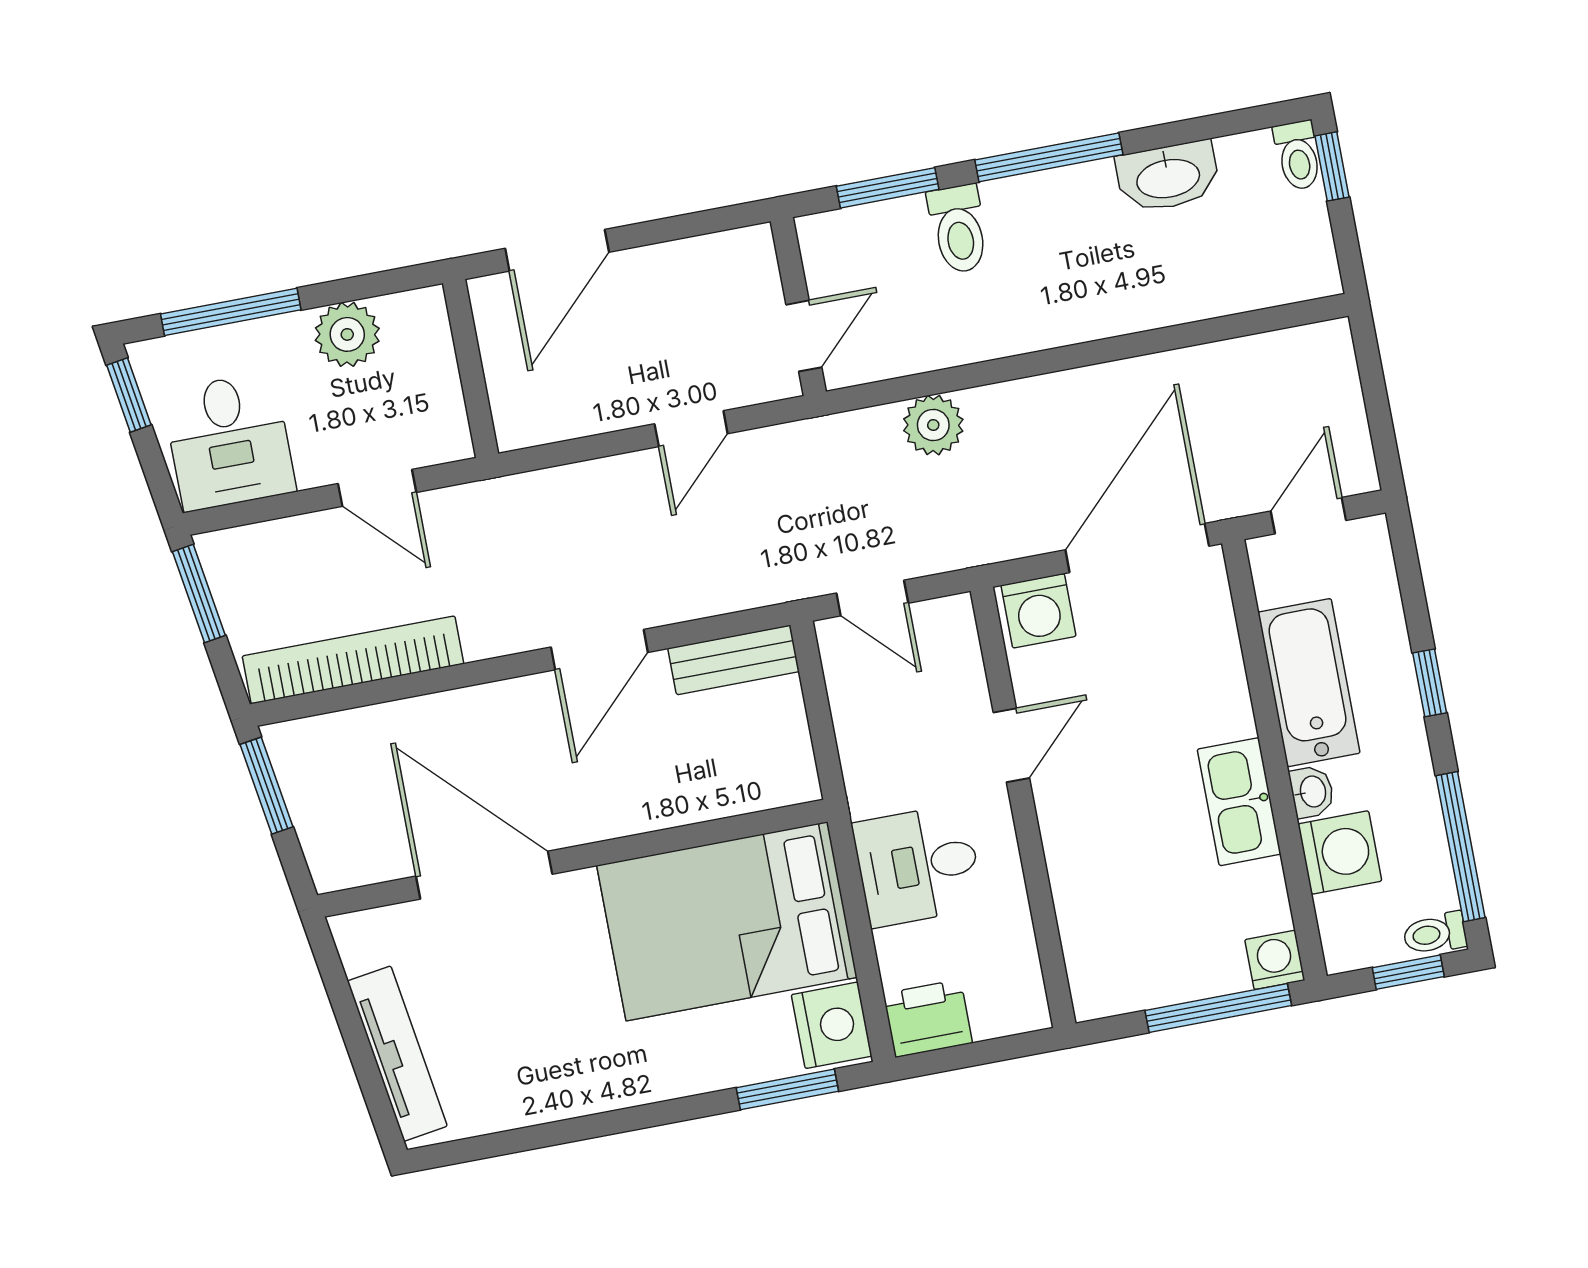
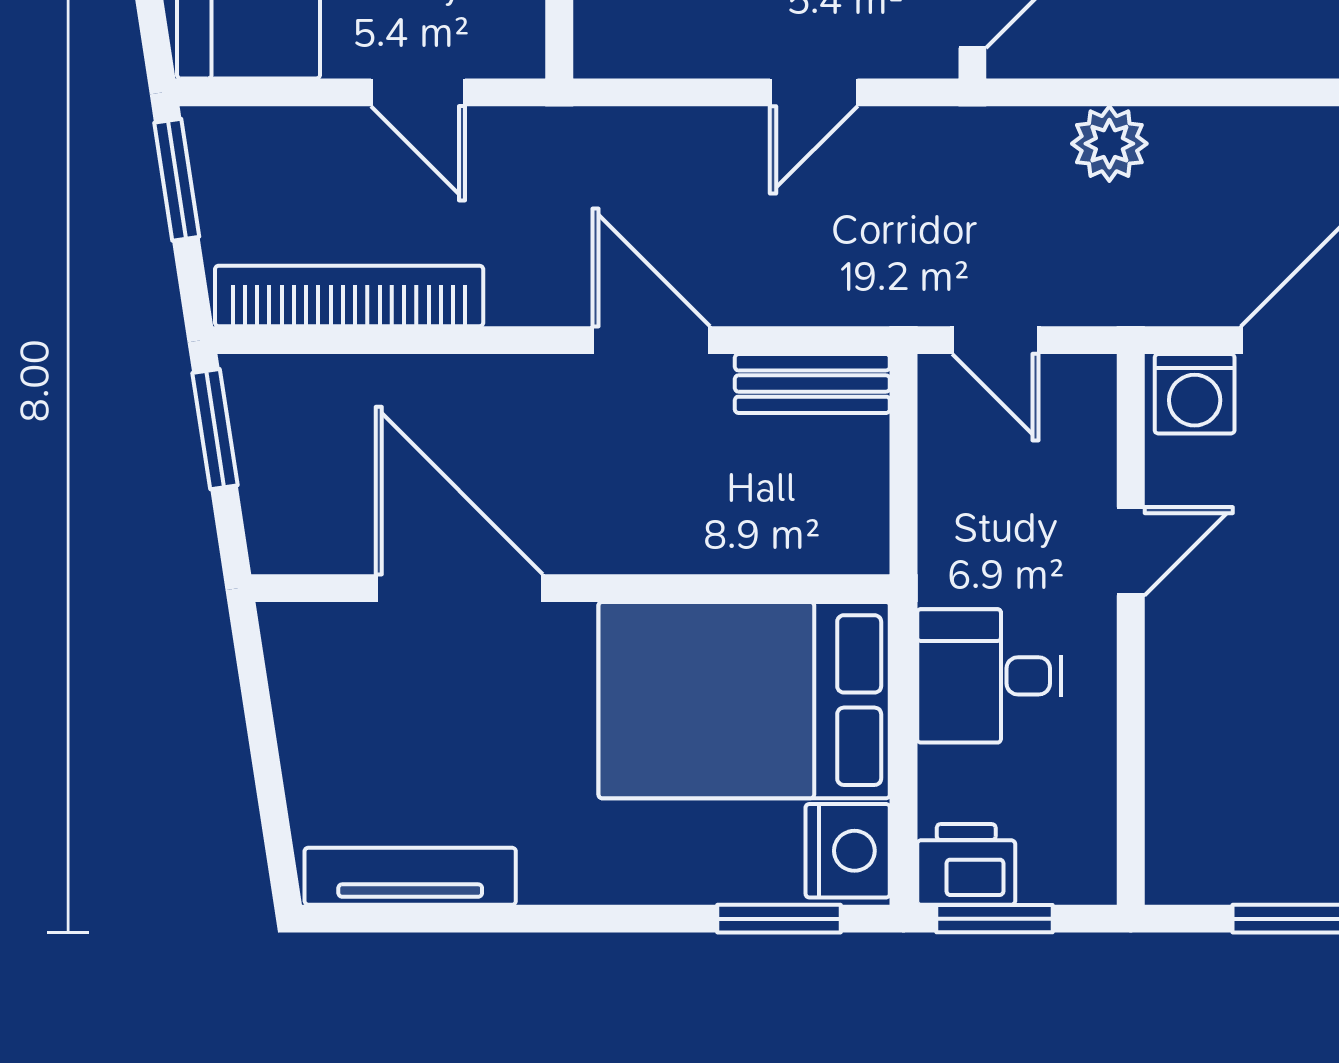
door: (599, 650) -> (651, 340), swing flipped
tv unit: (397, 1054) -> (410, 876), moved, turned -81
window: (958, 1057) -> (994, 919), added

